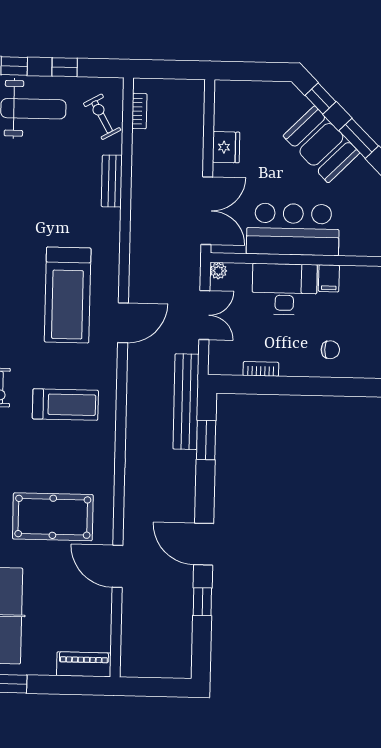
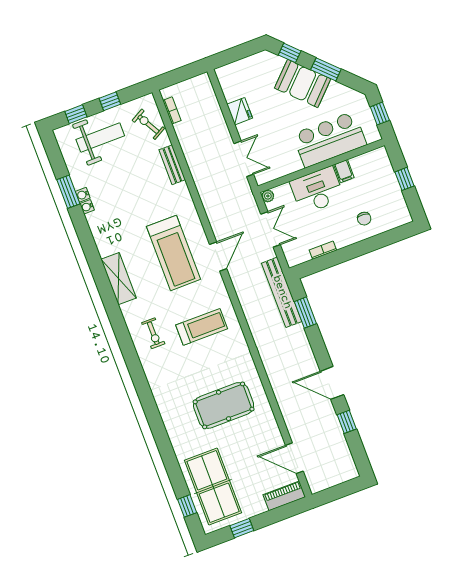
double door: (207, 211) -> (244, 159), width x0.73
bar counter: (293, 229) -> (330, 139), moved
chair: (330, 350) -> (364, 219), turned 95
door: (118, 566) -> (294, 458), moved

